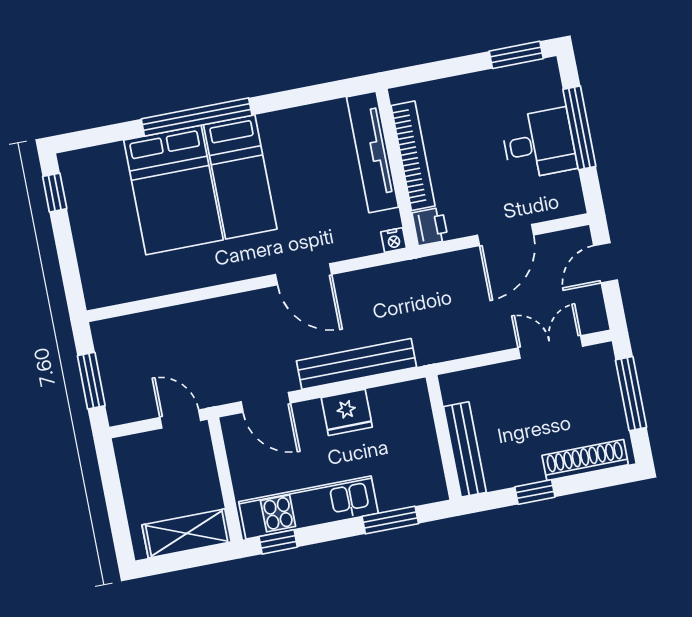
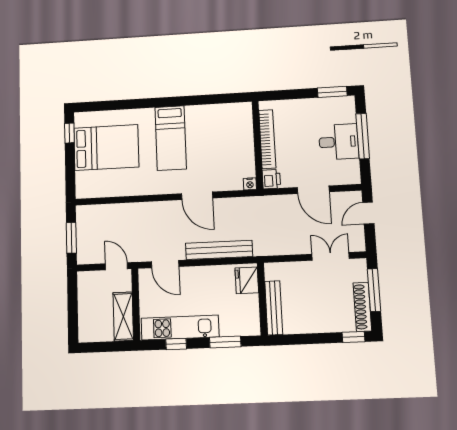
window: (197, 117) -> (152, 103), removed
tv unit: (372, 152) -> (245, 134), removed
bed: (173, 190) -> (106, 148), moved, turned -90
door: (506, 235) -> (313, 190), hinge flipped
fridge: (347, 412) -> (247, 280), moved, turned 90
shoe rack: (585, 460) -> (362, 307), moved, turned -90
window: (535, 492) -> (354, 337), moved
shelving: (187, 533) -> (123, 316), moved, turned 90
window: (278, 542) -> (176, 344), moved

